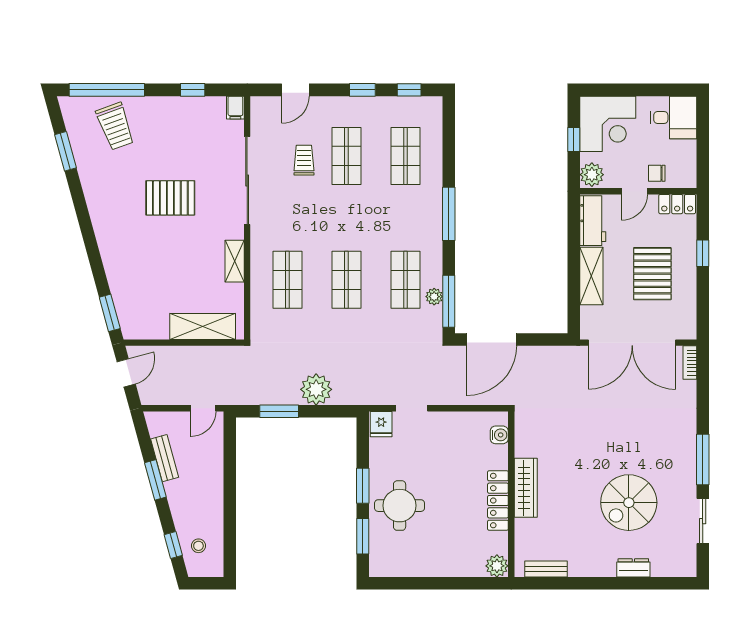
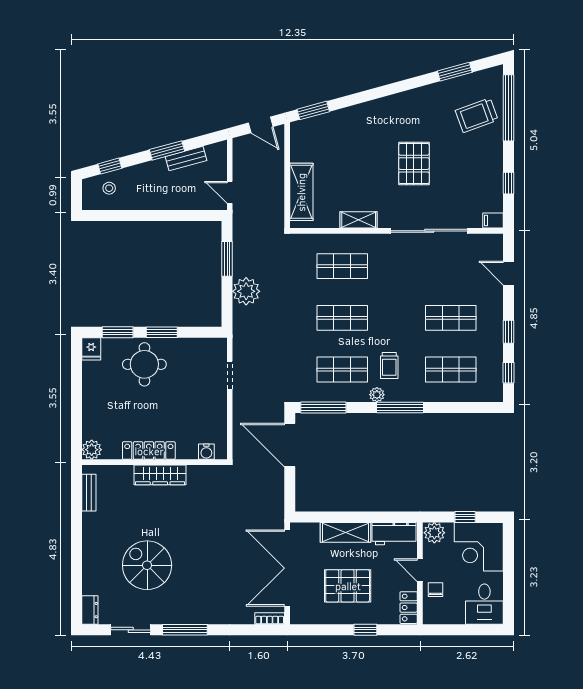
trolley: (304, 160) -> (389, 365), moved, turned 90
plant: (434, 297) -> (377, 395), moved
fridge: (381, 424) -> (91, 349), moved, turned -90
dresser: (633, 568) -> (90, 610), moved

